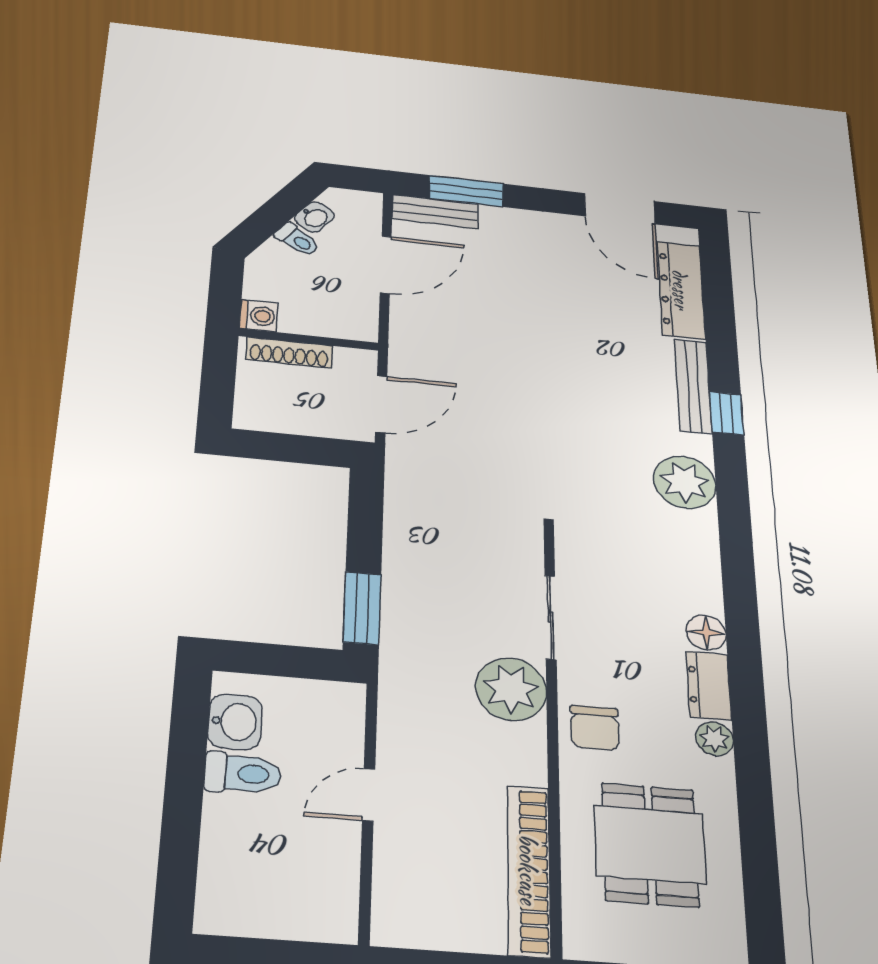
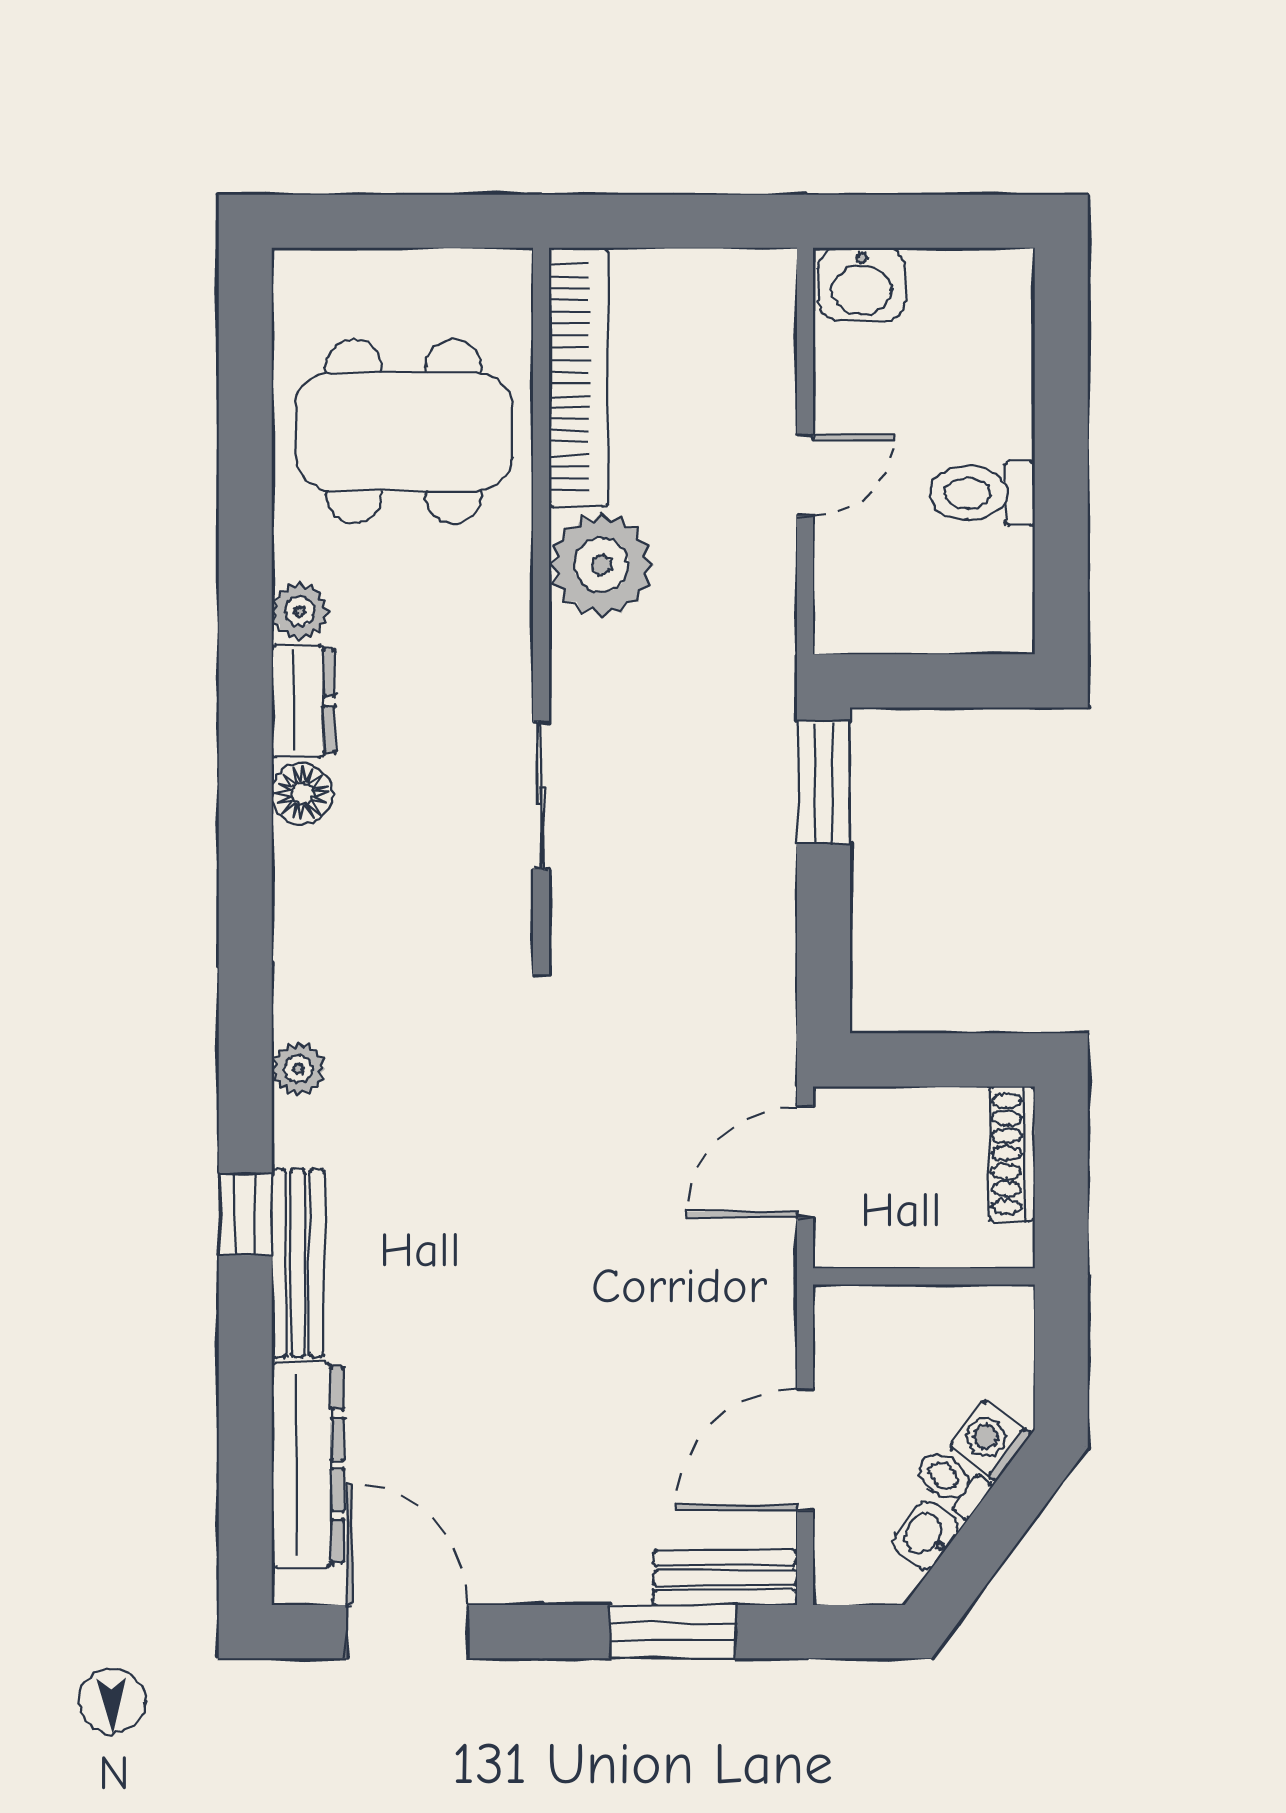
washing machine: (259, 316) -> (991, 1440), moved, turned 37
shoe rack: (289, 353) -> (1012, 1154), moved, turned -90
plant: (685, 482) -> (298, 1069), width x0.53, depth x0.53
plant: (511, 689) -> (601, 565), moved
washbasin: (235, 722) -> (862, 285), moved, turned -90
chair: (595, 728) -> (479, 613), removed
dining table: (650, 845) -> (404, 431), width x1.38

